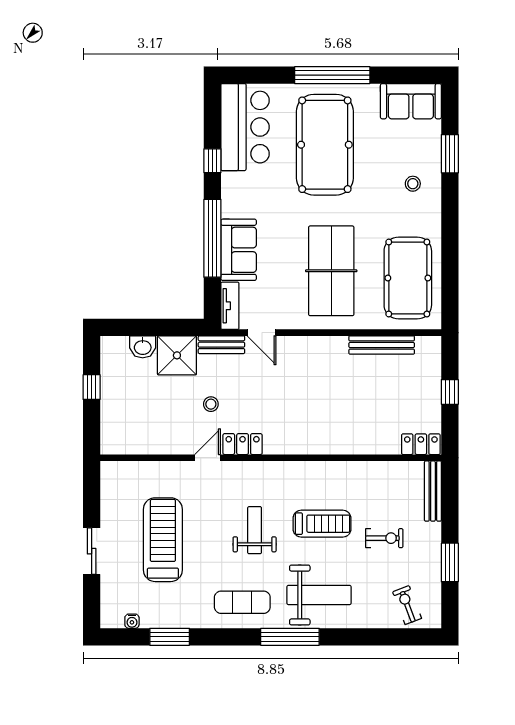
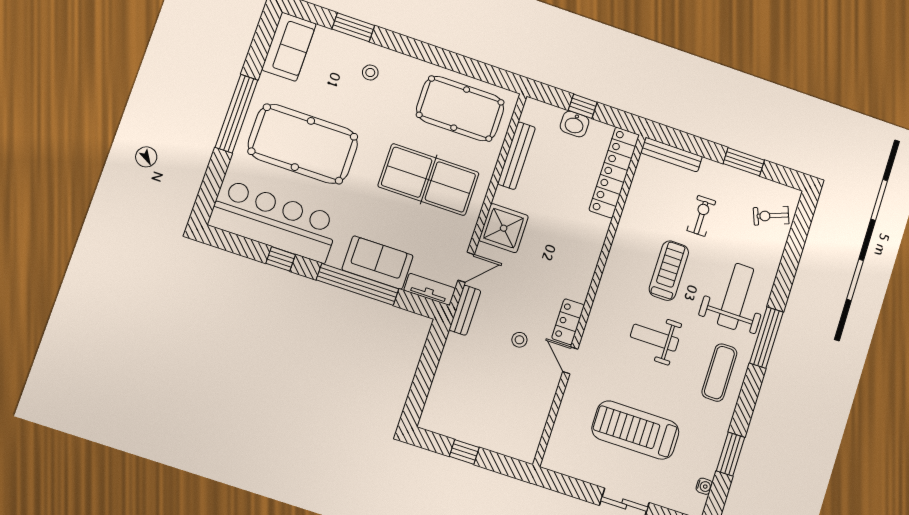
bar counter: (245, 127) -> (274, 221), width x1.36
washbasin: (143, 347) -> (575, 124), moved, turned 90
shower: (177, 355) -> (504, 228), moved
locker: (421, 444) -> (614, 173), width x2.16, depth x1.21

